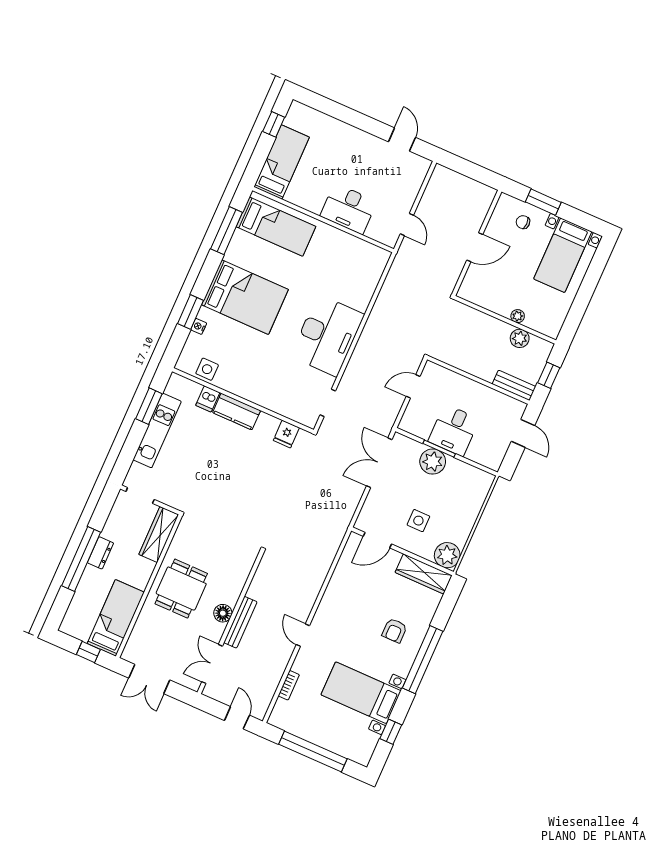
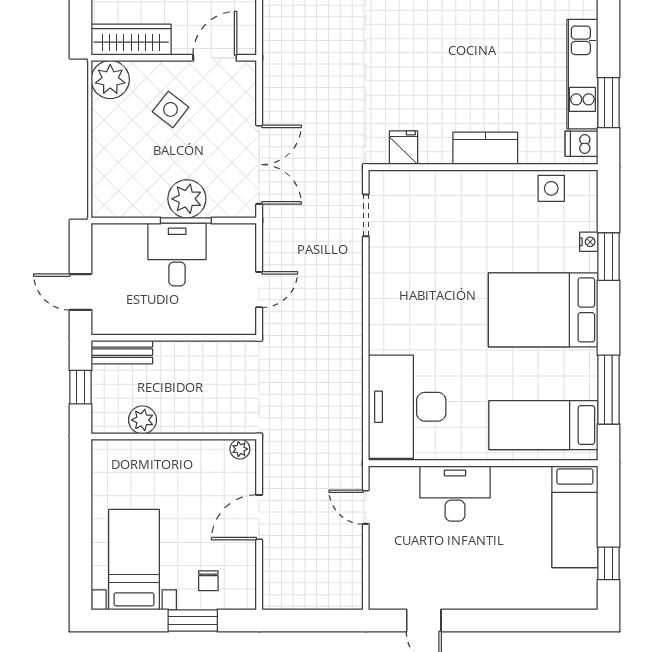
chair: (523, 222) -> (208, 581), turned 90
plant: (518, 316) -> (240, 449), moved
desk: (327, 335) -> (407, 407), moved
dishwasher: (208, 399) -> (582, 144), moved, turned -90
side table: (418, 521) -> (171, 109), turned 38

